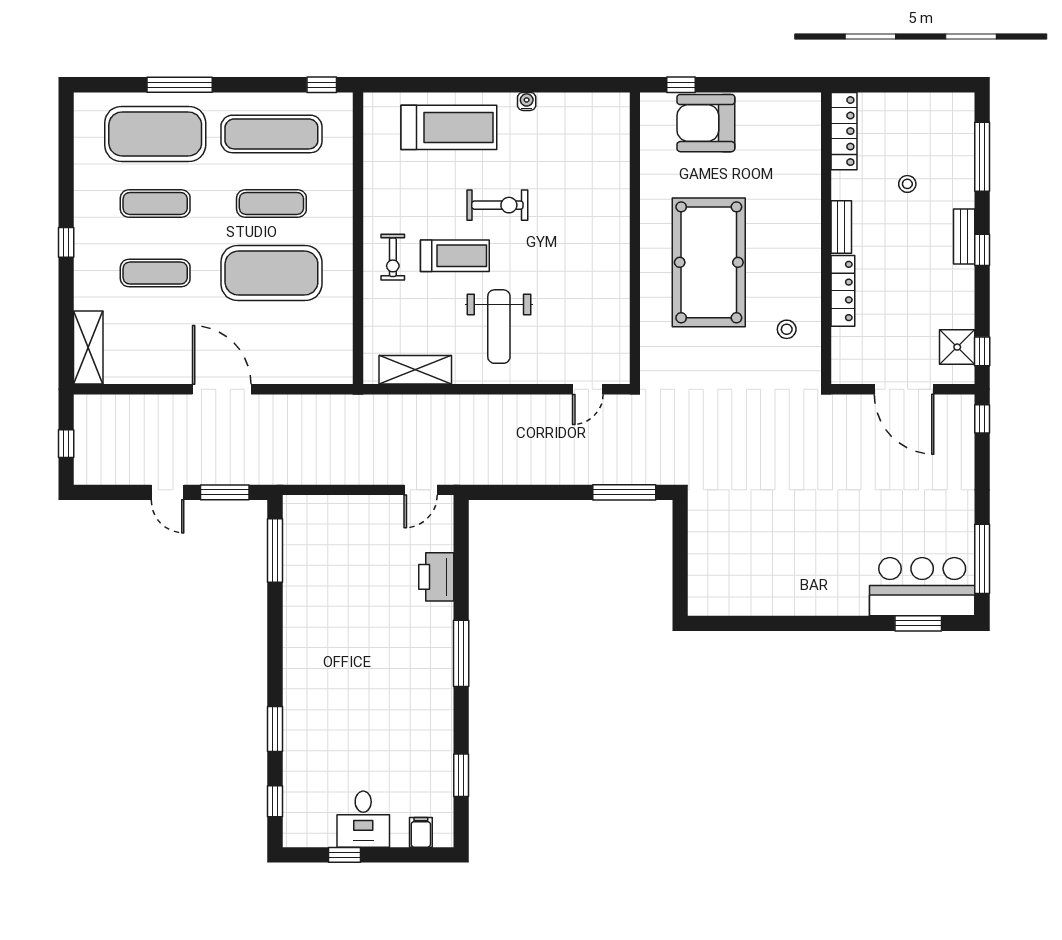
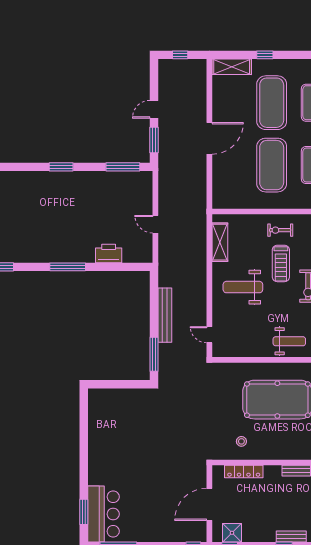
weight bench: (600, 240) -> (289, 341), added
window: (66, 242) -> (265, 55), moved
exercise mat: (155, 273) -> (272, 103), width x2.00, depth x1.45
locker: (843, 291) -> (244, 472), moved
bench: (551, 472) -> (165, 315), added
door: (421, 490) -> (155, 224), moved
window: (275, 729) -> (61, 167), moved

